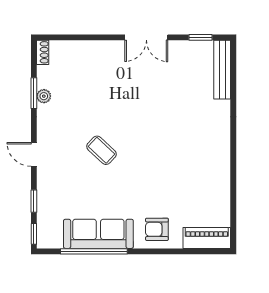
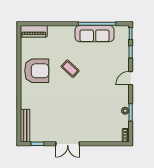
double door: (146, 37) -> (68, 144), swing flipped
coffee table: (101, 150) -> (70, 69), moved
door: (34, 154) -> (131, 78), swing flipped
armchair: (157, 229) -> (37, 71), moved, width x1.88, depth x1.88

